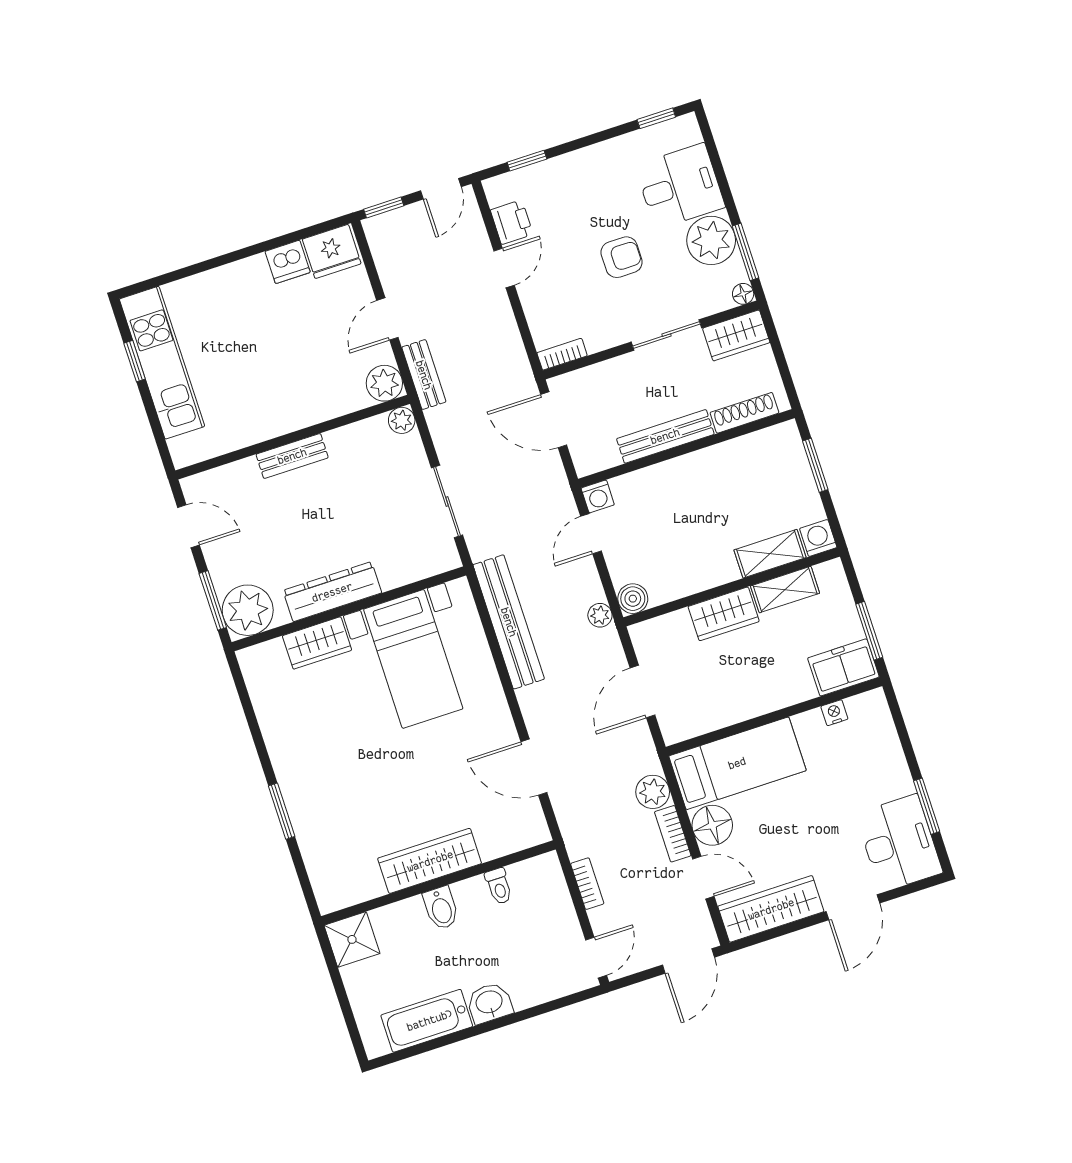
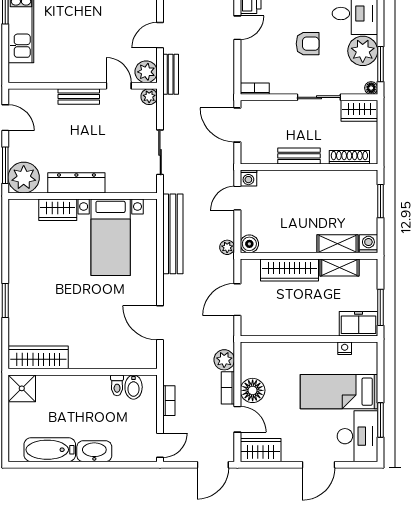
door: (349, 419) -> (119, 86), added
bench: (665, 436) -> (299, 156), width x0.73
wardrobe: (724, 614) -> (290, 270), width x1.50
bed: (737, 763) -> (339, 392), moved, turned 180
wardrobe: (430, 861) -> (38, 357), moved
bidet: (441, 908) -> (134, 387), moved
wardrobe: (771, 909) -> (261, 450), width x0.67
washbasin: (489, 1003) -> (94, 451), width x1.38

